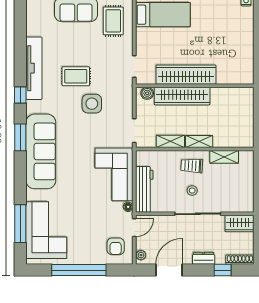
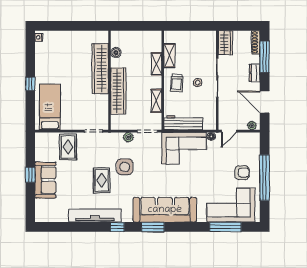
rug: (113, 21) -> (68, 147), moved, turned 90
wardrobe: (186, 75) -> (100, 69), moved
boiler: (147, 93) -> (116, 53), moved
plant: (127, 108) -> (128, 137), added
shelving: (199, 142) -> (156, 64), moved
workbench: (144, 189) -> (183, 123), moved
door: (134, 228) -> (229, 131), swing flipped
armchair: (116, 246) -> (242, 173), moved
window: (223, 270) -> (265, 57), width x2.17

